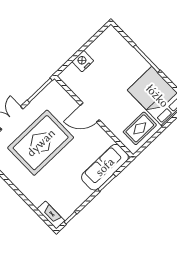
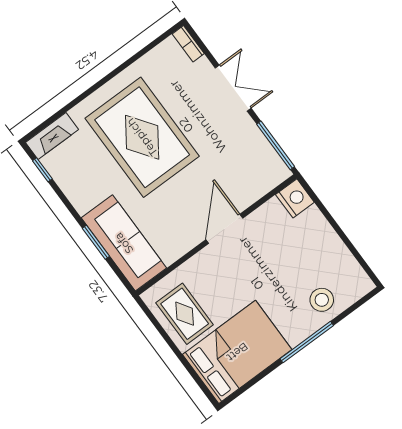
stool: (122, 53) -> (322, 300), added
nightstand: (83, 61) -> (295, 198), moved
rug: (41, 143) -> (142, 137), moved

